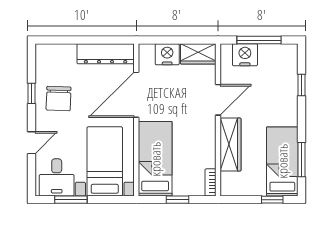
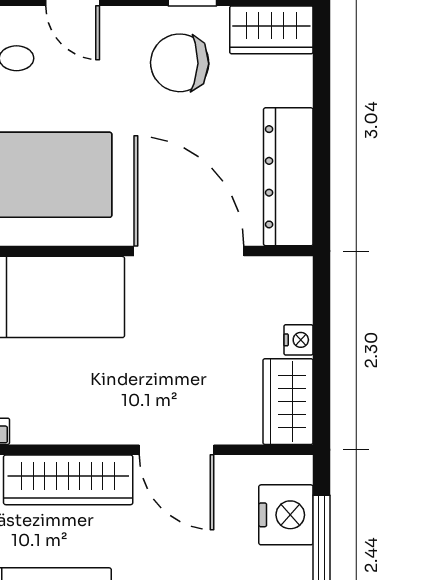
nightstand: (167, 54) -> (298, 340), width x0.53, depth x0.56
wardrobe: (45, 61) -> (271, 30), added

